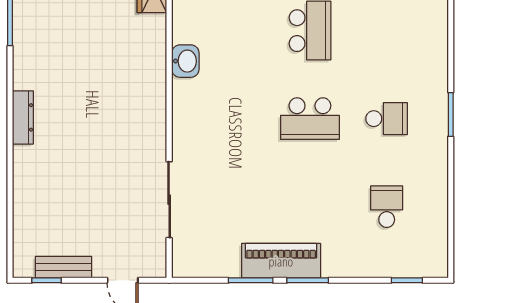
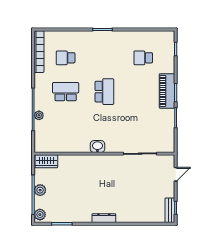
washbasin: (185, 61) -> (97, 147), moved
school desk: (387, 119) -> (66, 58), moved, turned -90
piano: (281, 261) -> (167, 91), moved
bench: (64, 267) -> (170, 210), moved

